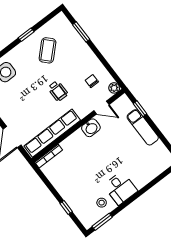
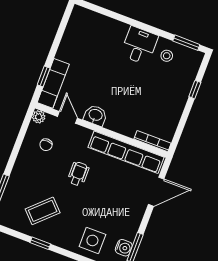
exam couch: (143, 127) -> (53, 83), moved

